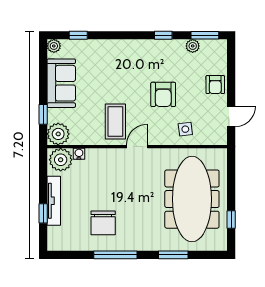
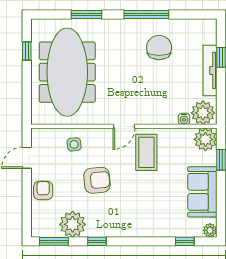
plant: (193, 46) -> (73, 224), width x1.88, depth x1.88
armchair: (163, 94) -> (97, 180), turned 85

